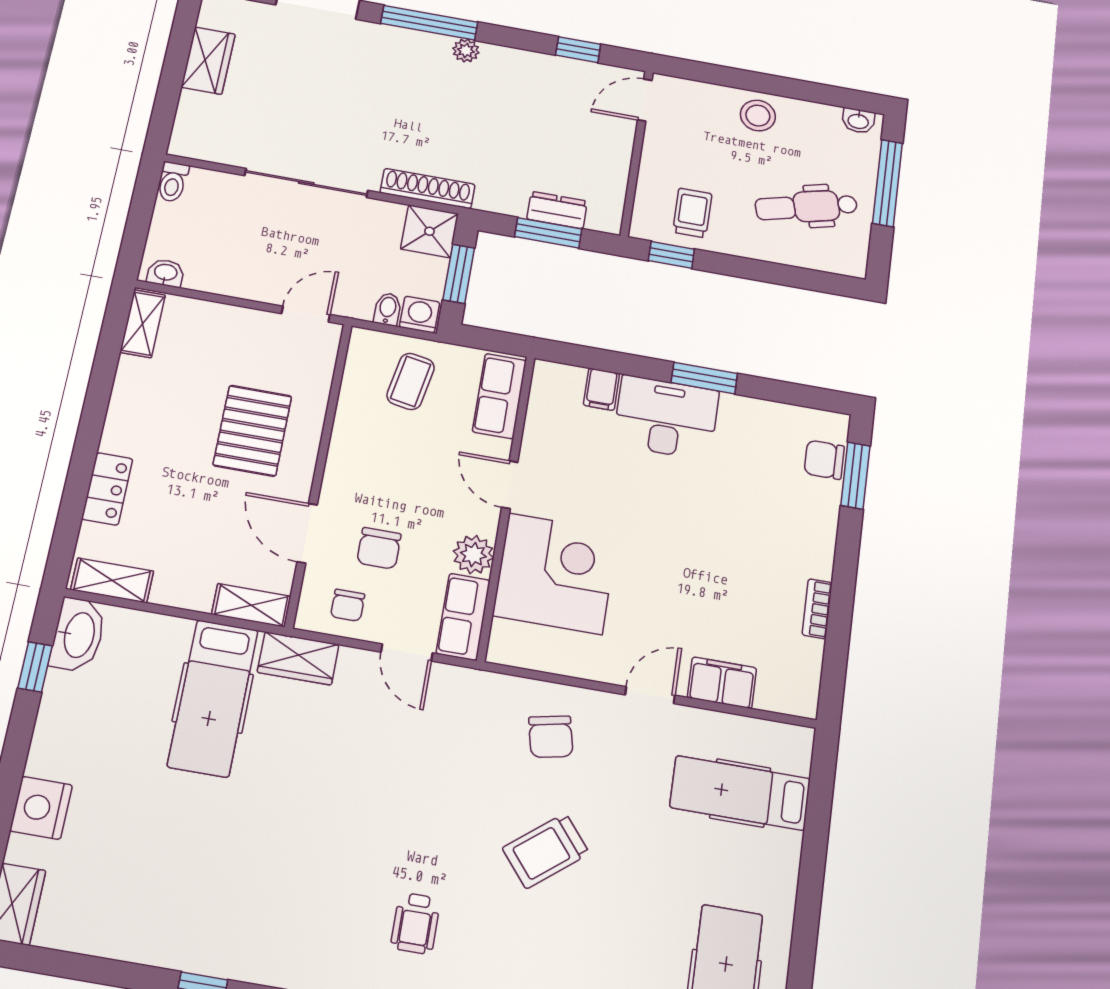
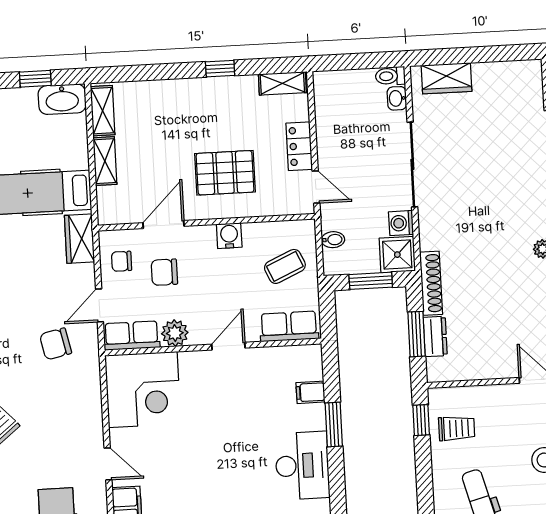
wardrobe: (208, 61) -> (447, 78), moved
shoe rack: (428, 189) -> (431, 283), moved
washbasin: (166, 273) -> (397, 98), moved, turned 180
washing machine: (420, 315) -> (401, 223), moved, turned 180
window: (704, 378) -> (334, 425), moved
coffee table: (411, 381) -> (285, 266), turned -34
window: (97, 402) -> (220, 69), added
desk: (666, 418) -> (302, 466), moved
water cooler: (347, 446) -> (229, 236), added
locker: (107, 489) -> (299, 146), moved, turned 90
corner desk: (555, 574) -> (143, 390), moved
shelving: (251, 605) -> (105, 161), moved
chair: (551, 737) -> (56, 344), moved

